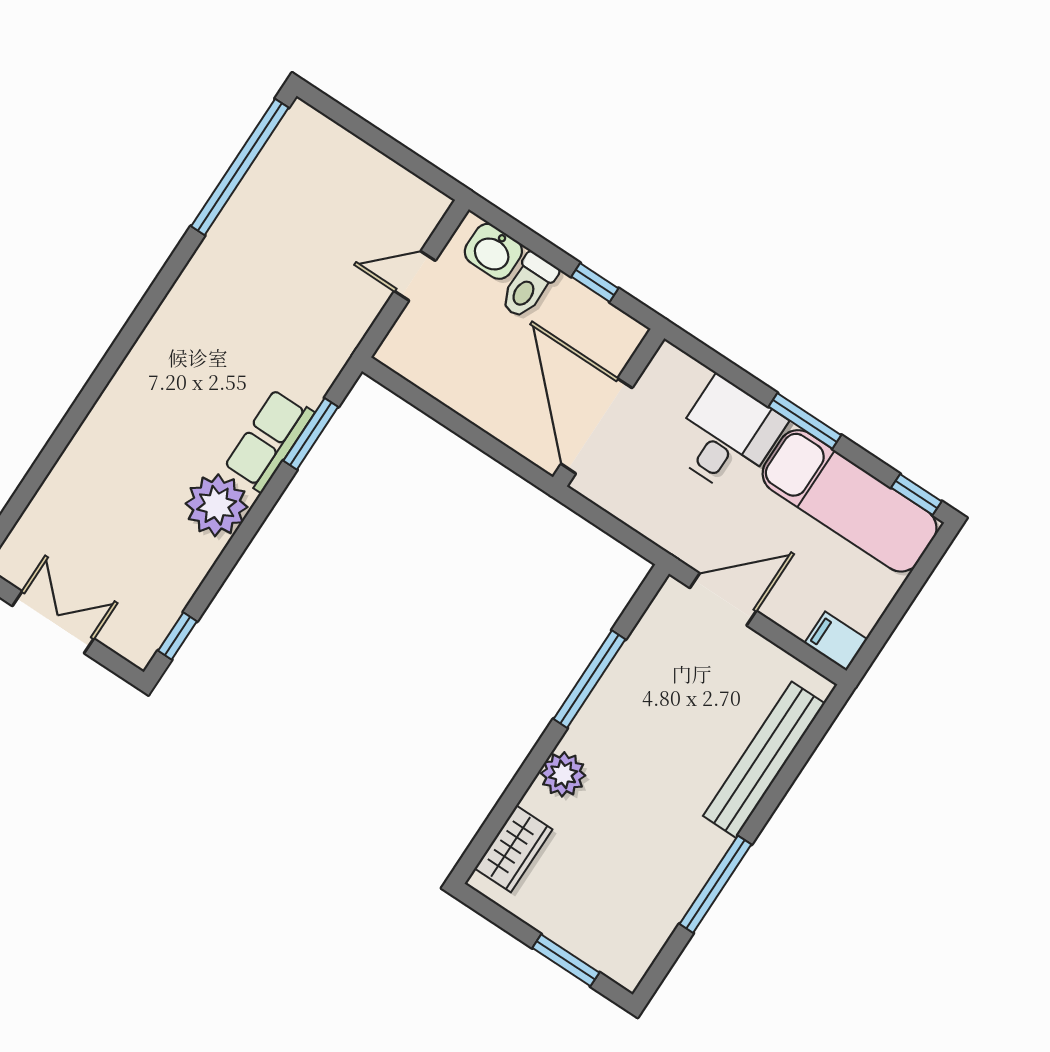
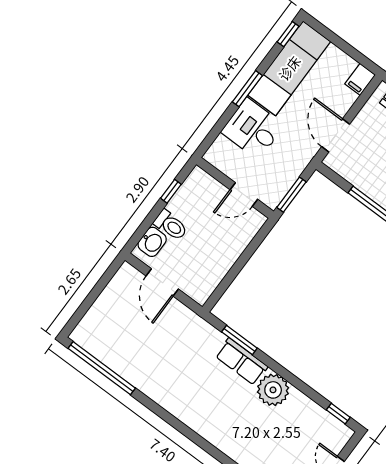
door: (415, 276) -> (162, 282), width x1.38
door: (597, 426) -> (244, 195), width x0.53
window: (602, 519) -> (291, 195), added

